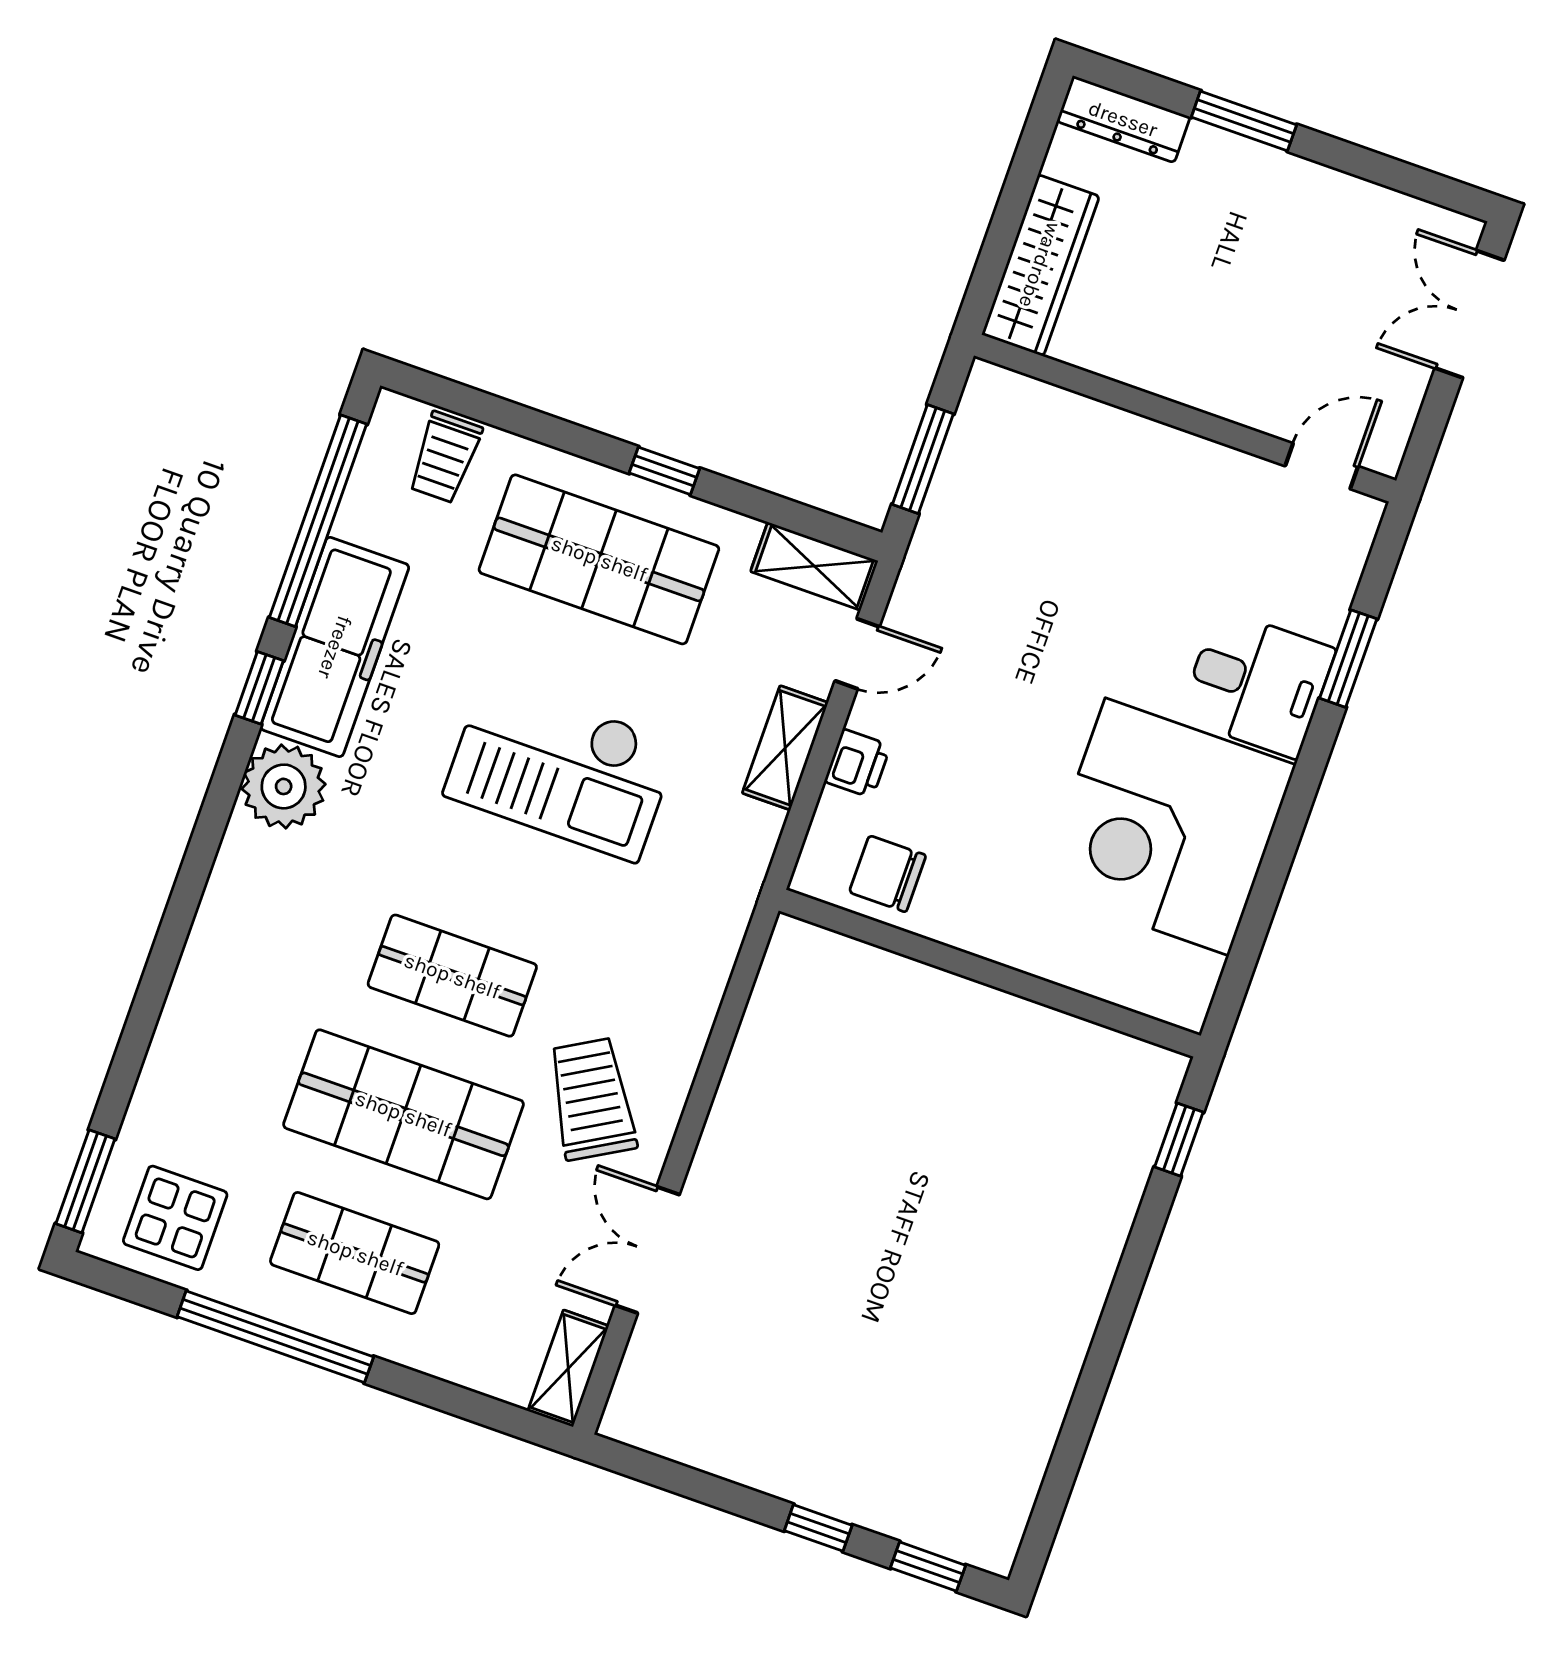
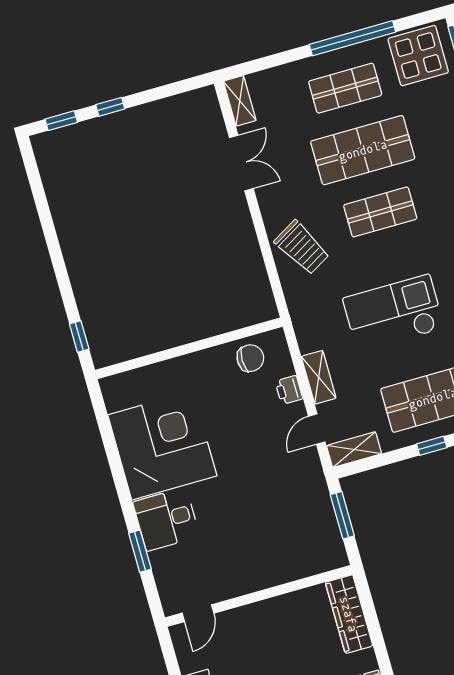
trolley: (592, 1099) -> (302, 247), moved
display table: (175, 1218) -> (418, 56), width x1.36, depth x1.36

